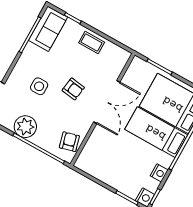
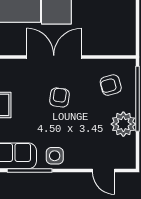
side table: (39, 86) -> (55, 156), moved
armchair: (69, 142) -> (111, 85), moved

